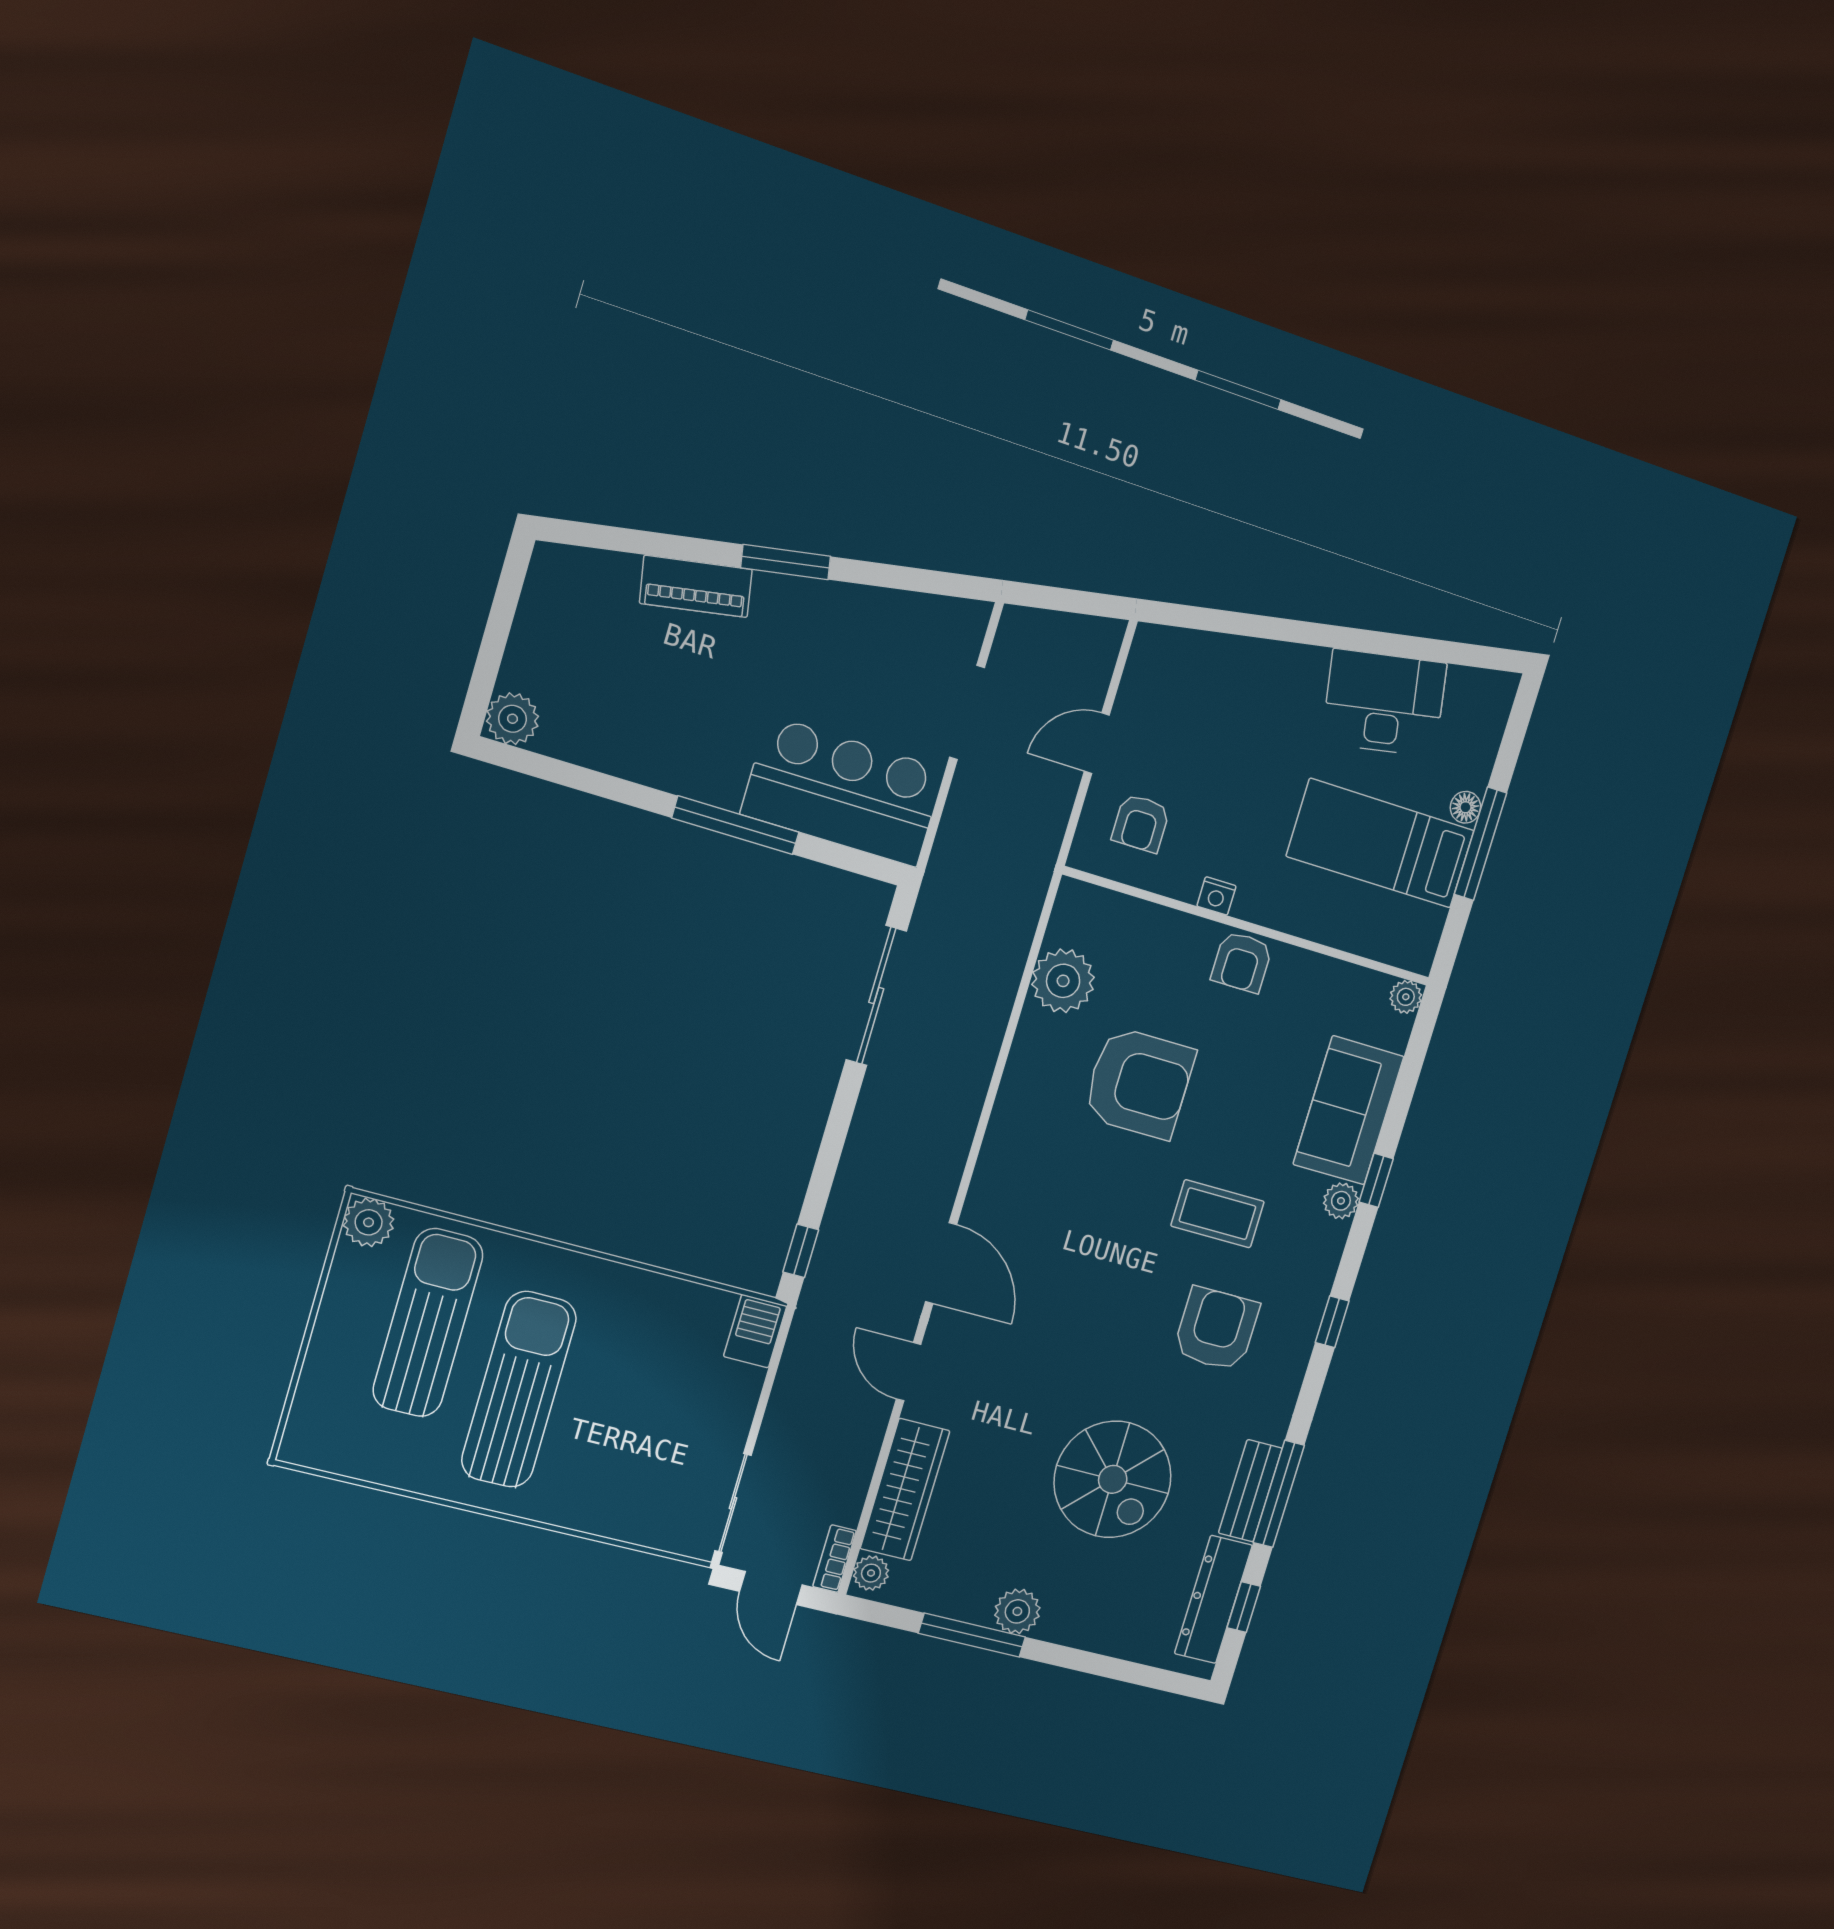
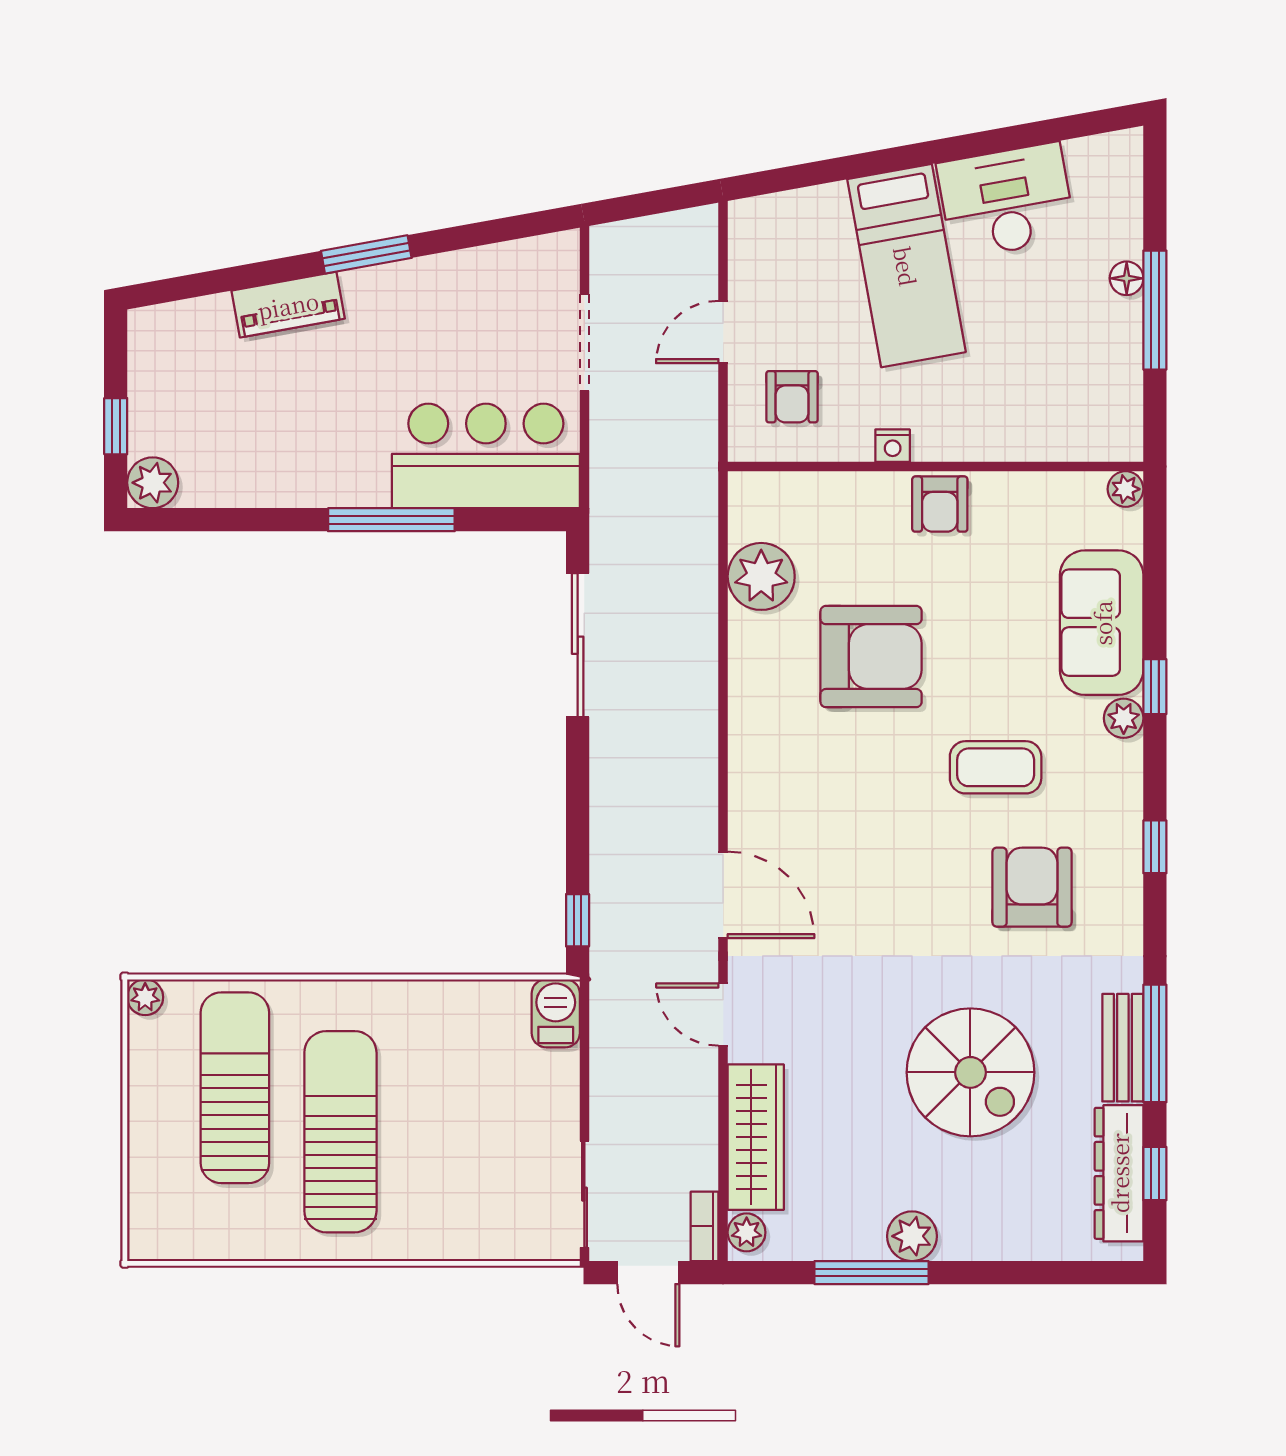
window: (491, 652) -> (116, 426), added
bed: (1380, 843) -> (906, 266), moved, turned -100
plant: (369, 1222) -> (145, 997), width x0.73, depth x0.73

